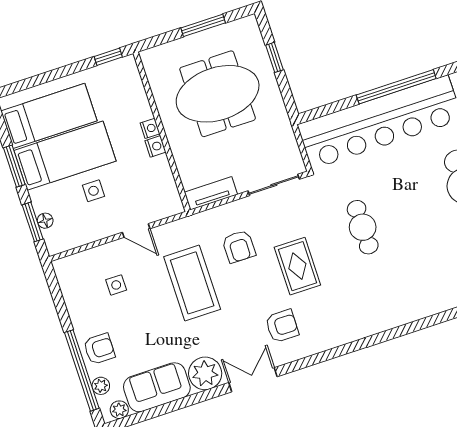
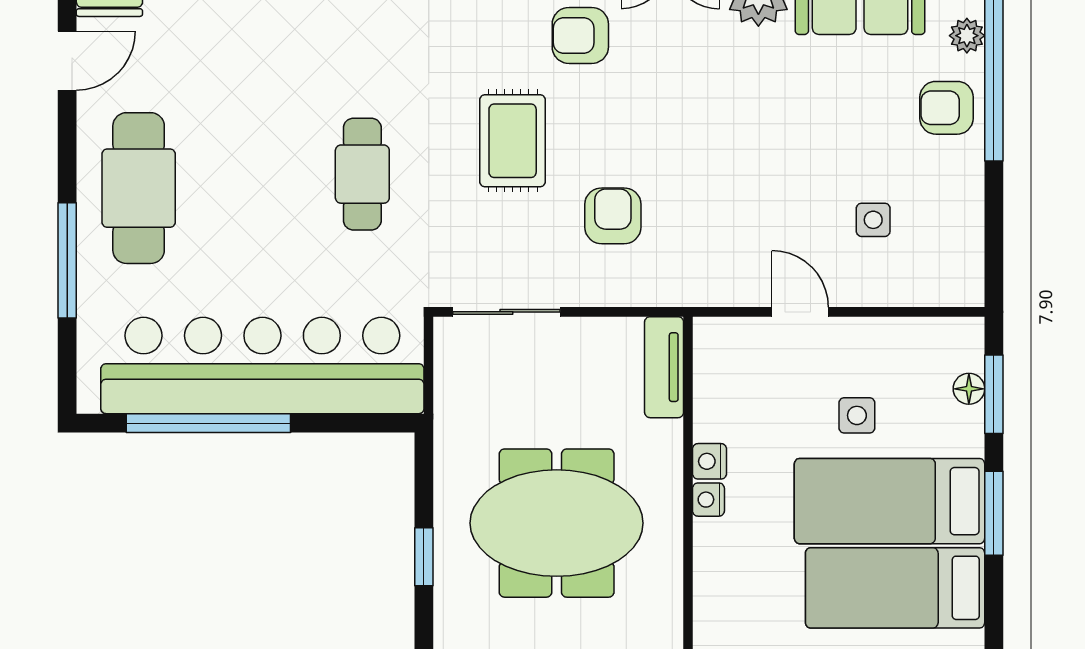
tv unit: (211, 193) -> (664, 367), moved, turned 90
coffee table: (192, 283) -> (726, 175), removed

